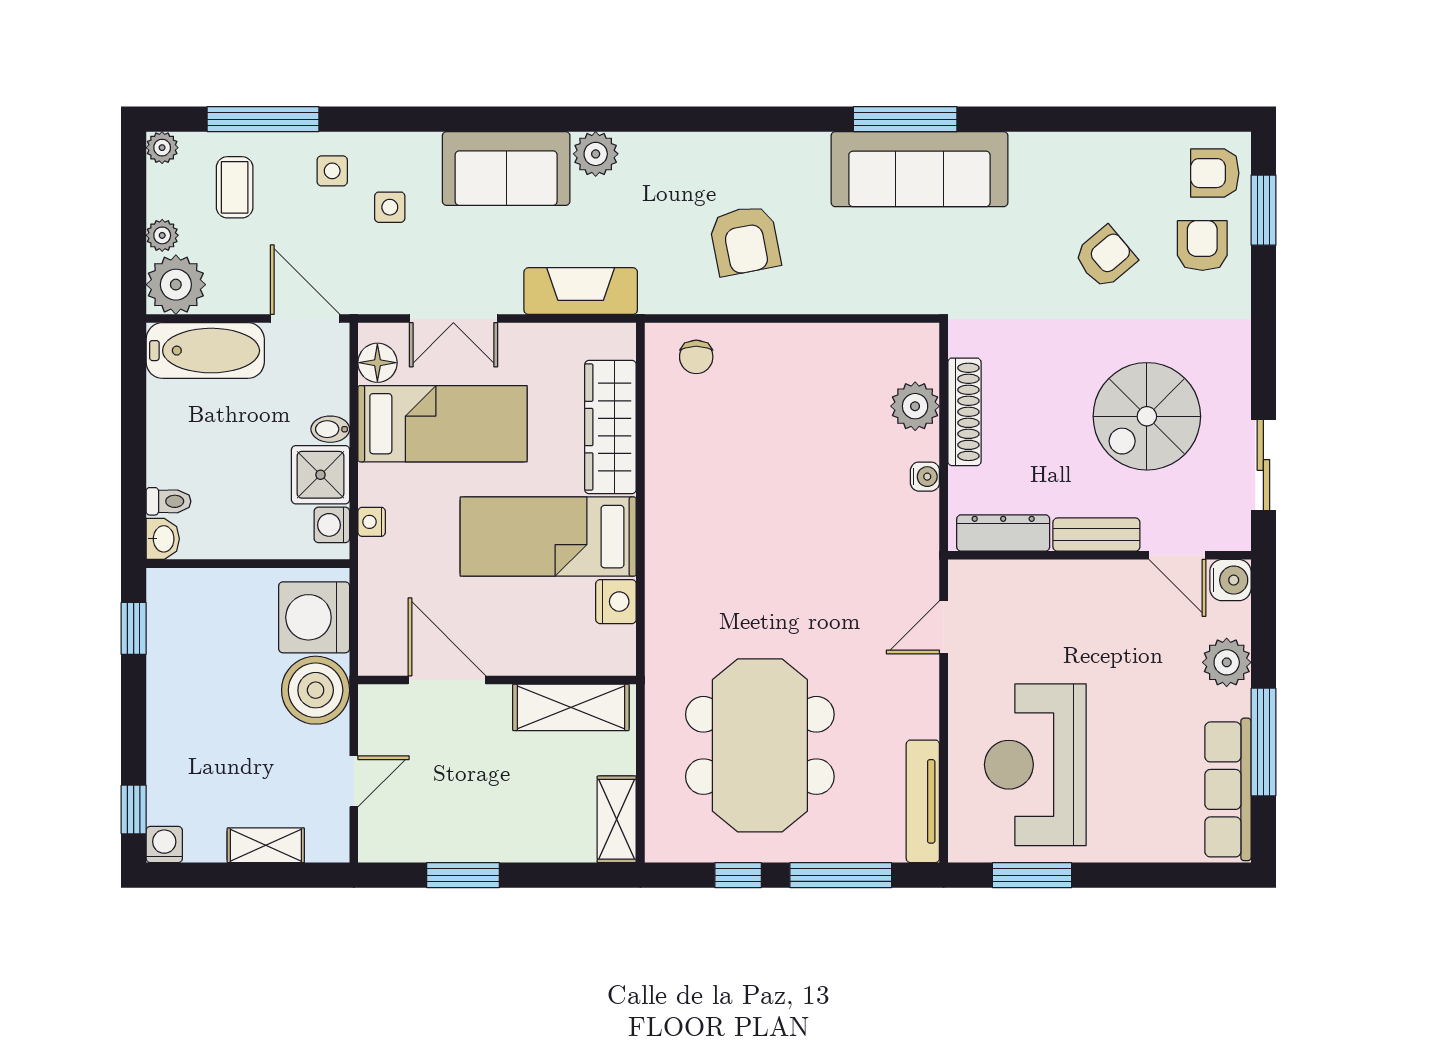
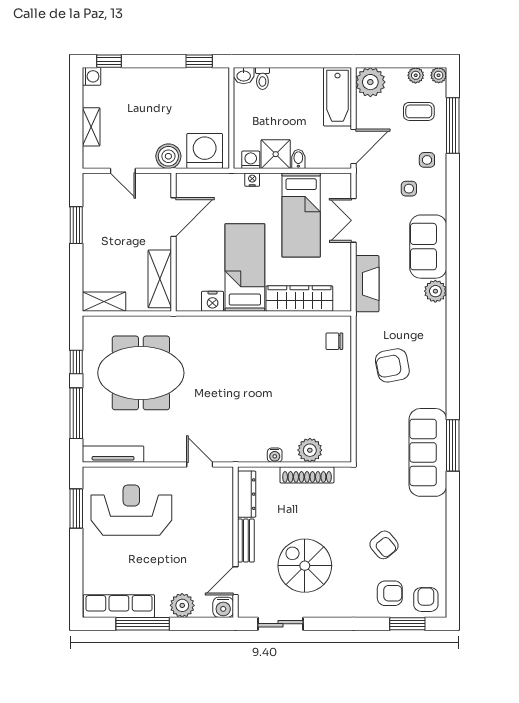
plant: (162, 235) -> (416, 75), moved
floor lamp: (377, 363) -> (331, 183), removed
boiler: (316, 690) -> (168, 156), width x0.73, depth x0.73

